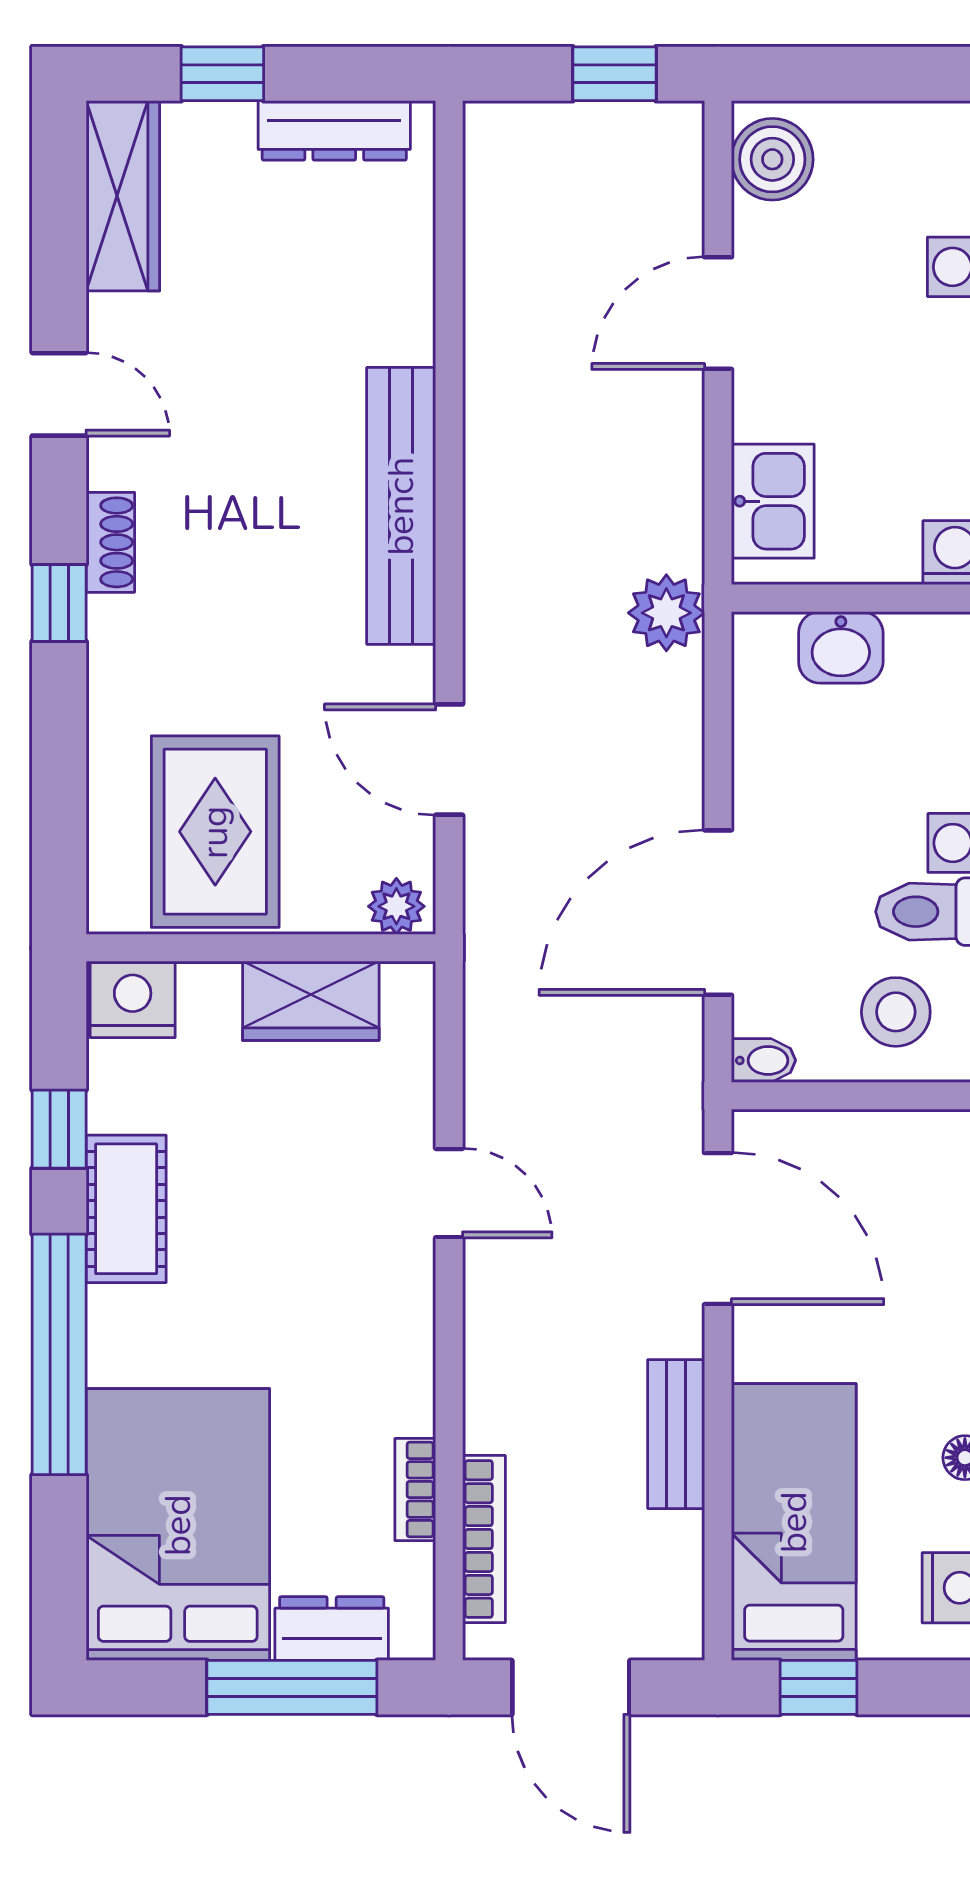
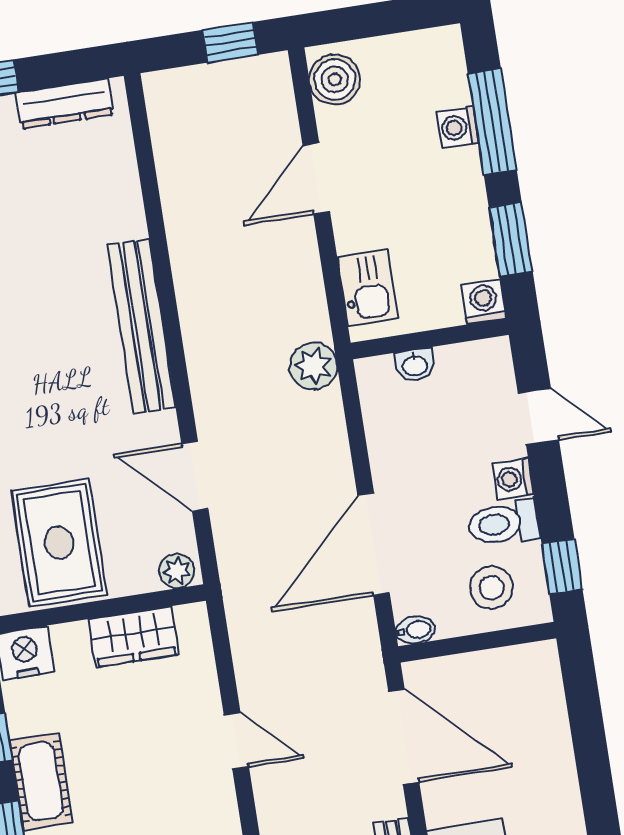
washbasin: (841, 647) -> (415, 365), width x0.72, depth x0.69

